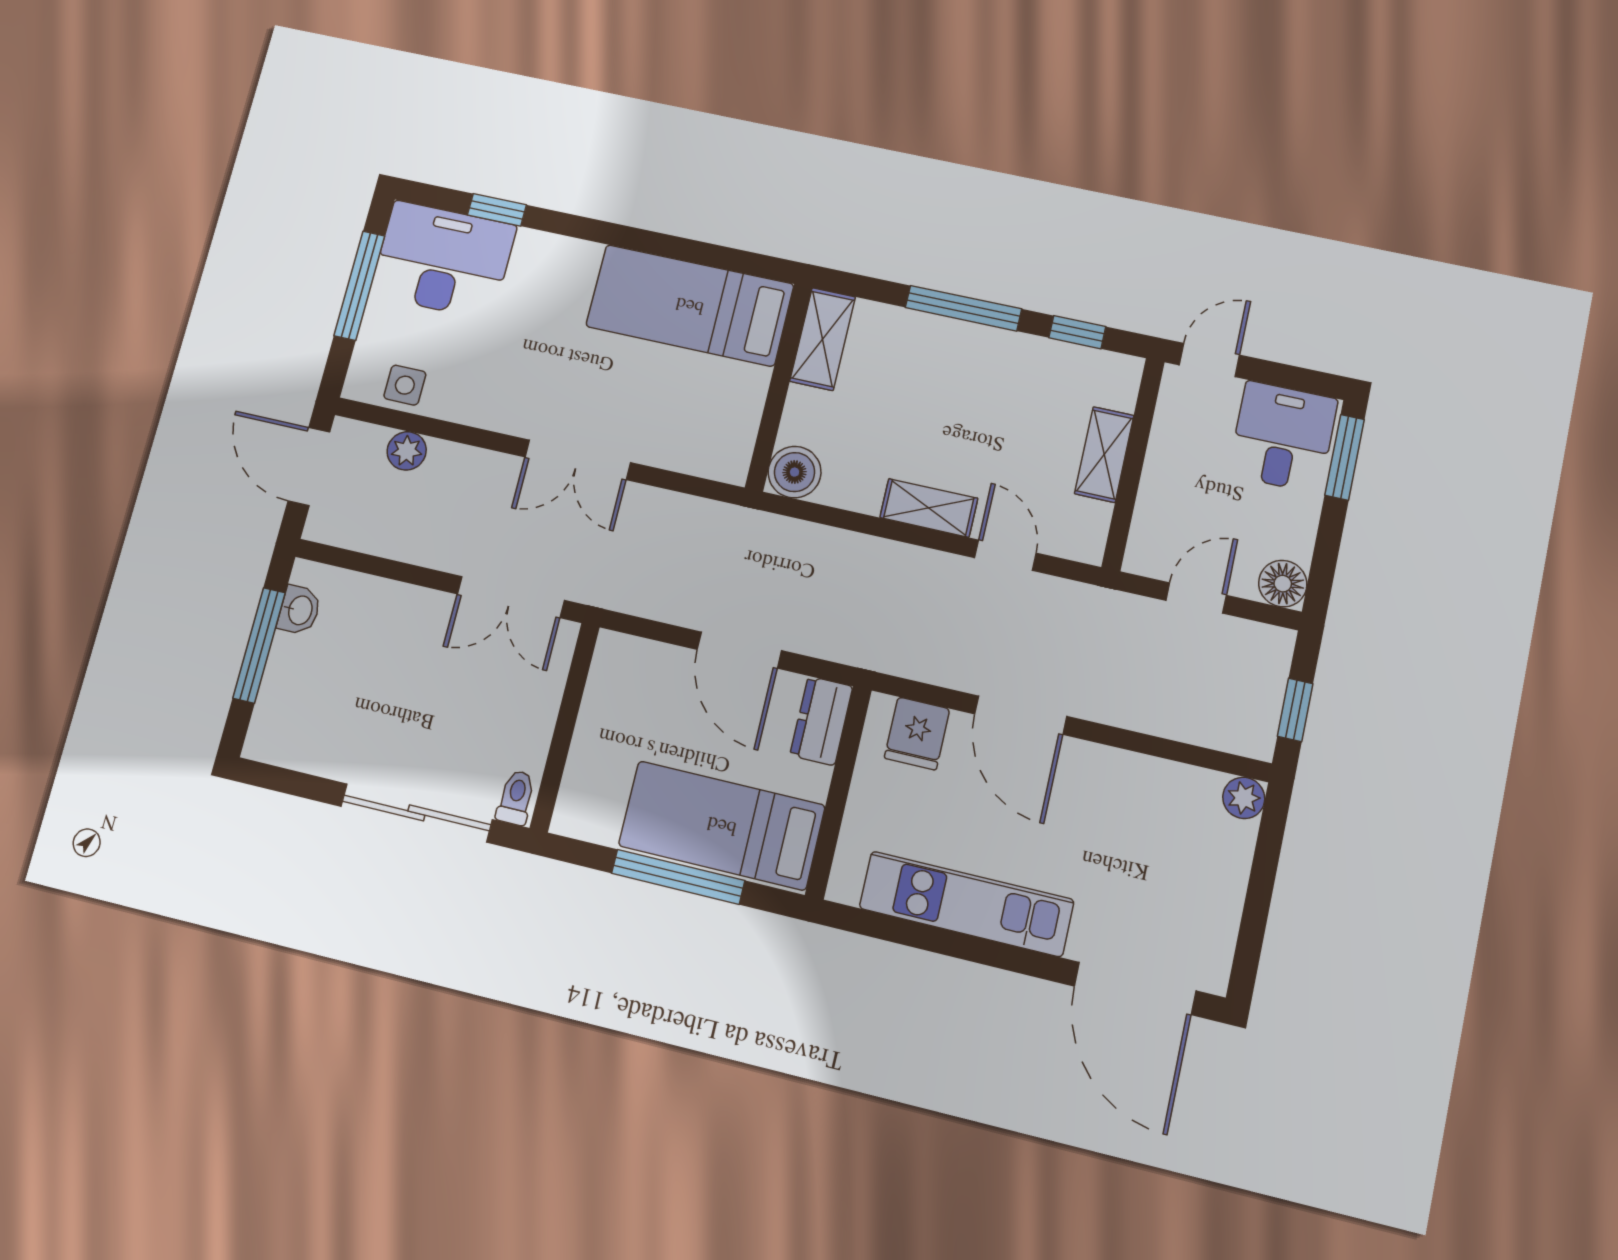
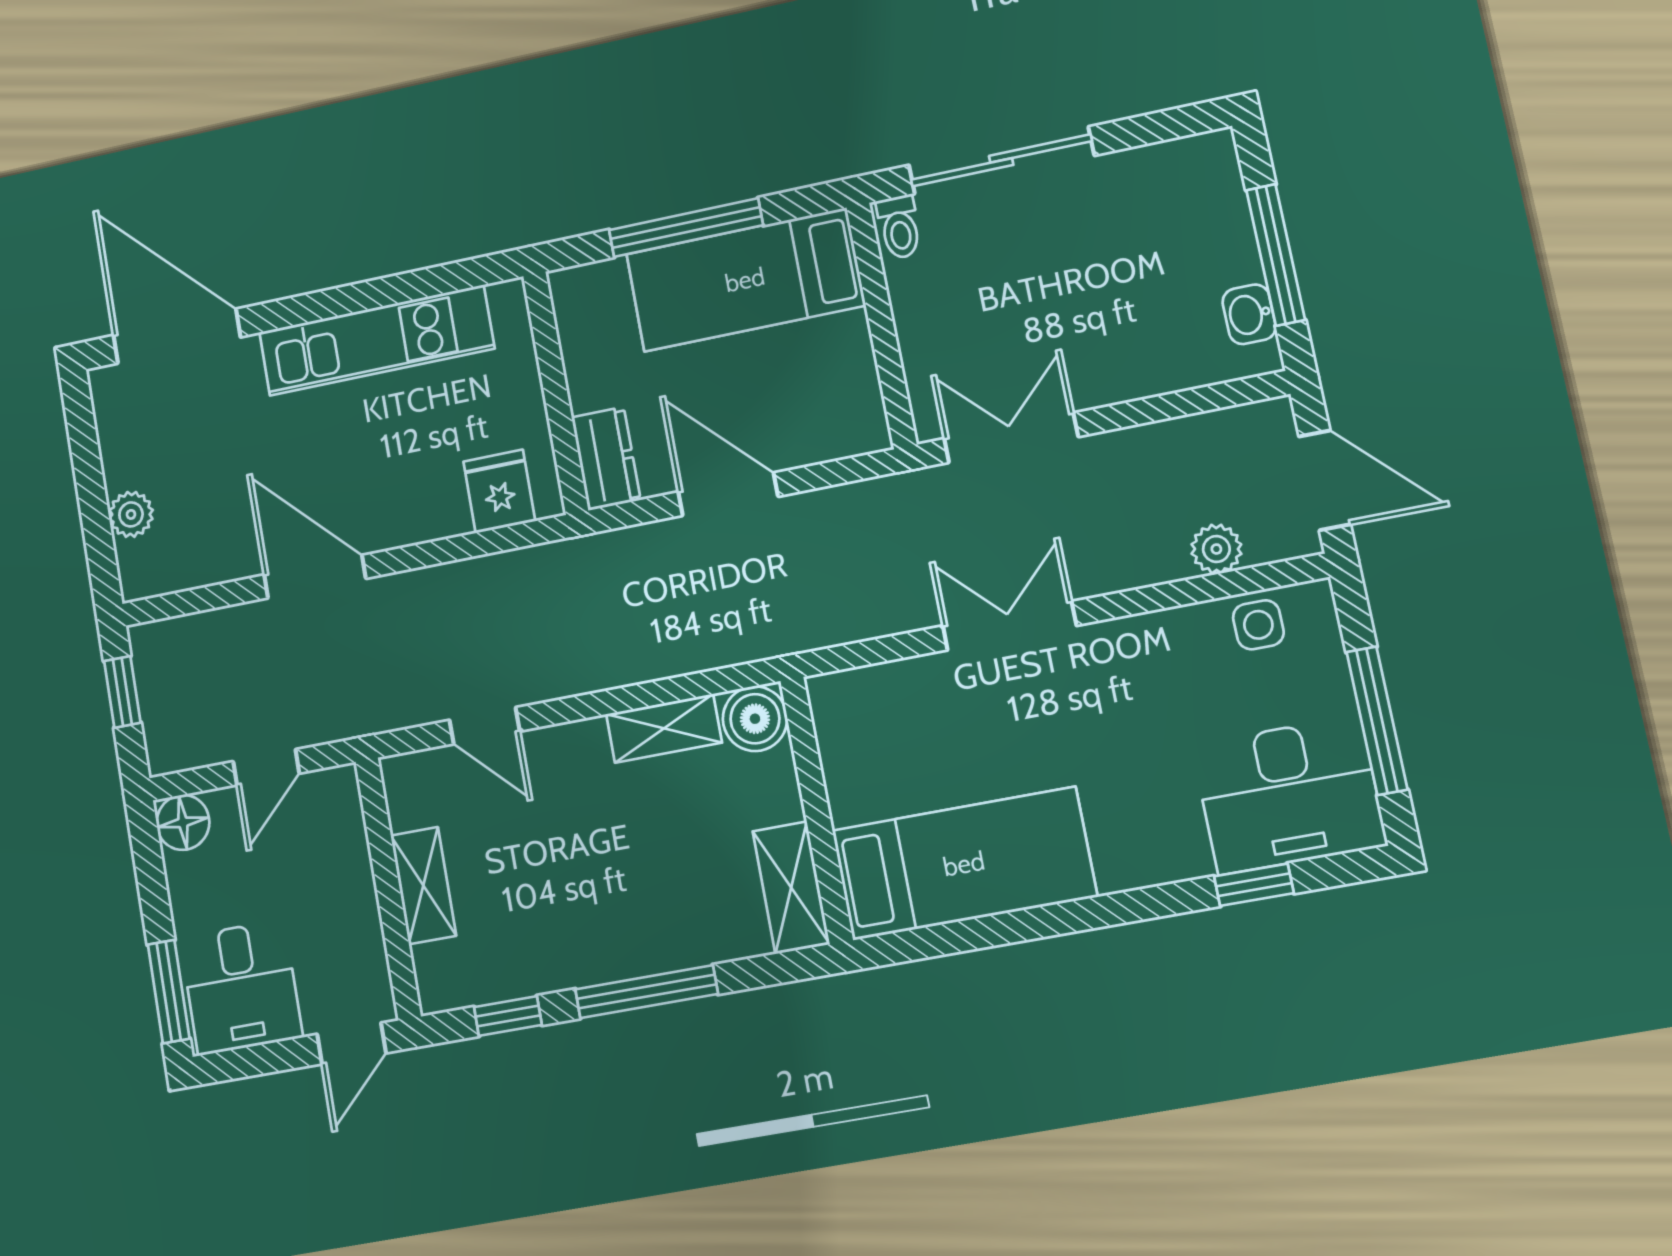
shelving: (929, 508) -> (664, 728), moved
door: (1021, 715) -> (315, 577), moved
plant: (1244, 798) -> (131, 514), moved
bed: (722, 825) -> (745, 280), moved, turned 180

